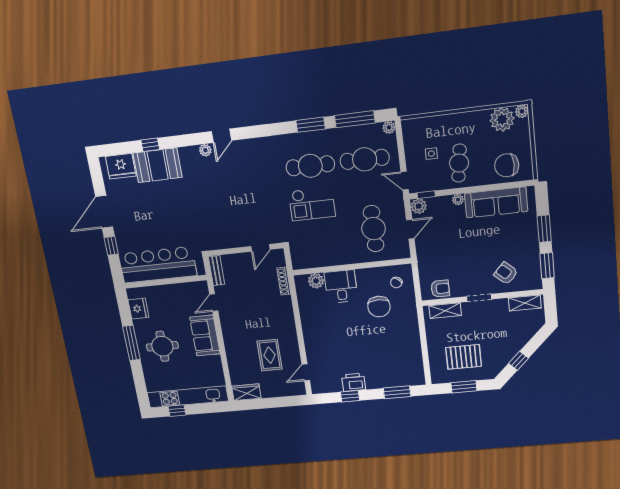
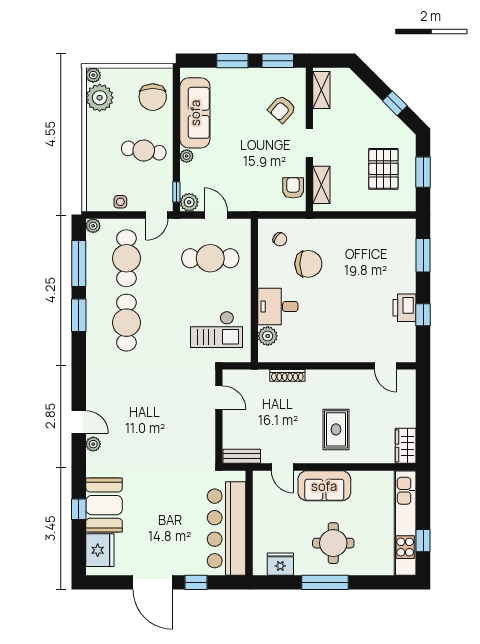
side table: (431, 154) -> (120, 202), moved
checkout: (312, 204) -> (216, 329), moved, turned 90
shoe rack: (284, 281) -> (287, 375), moved
rug: (270, 355) -> (336, 429), moved, turned 90

